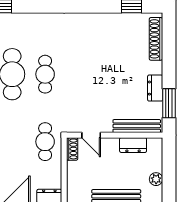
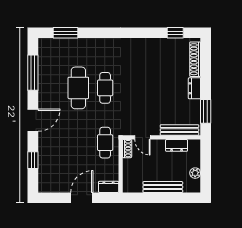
dresser: (155, 88) -> (194, 88), moved

